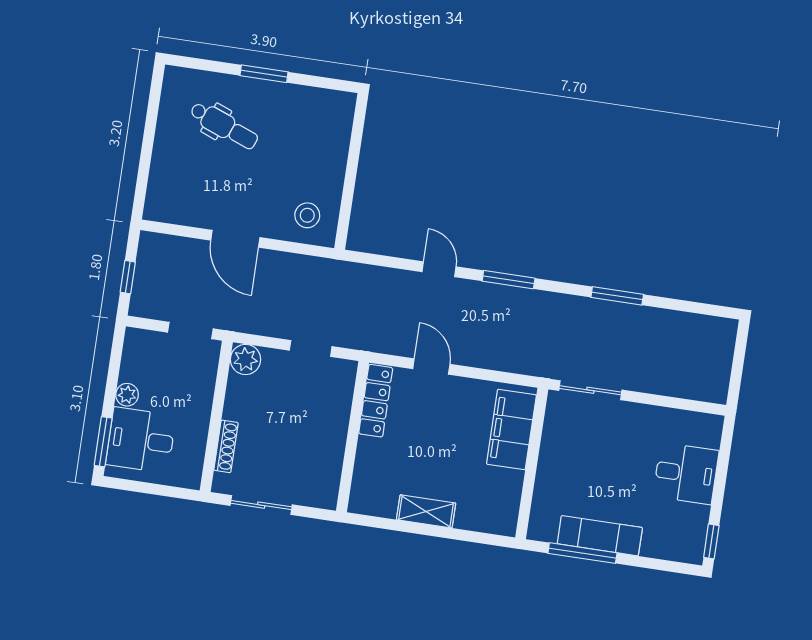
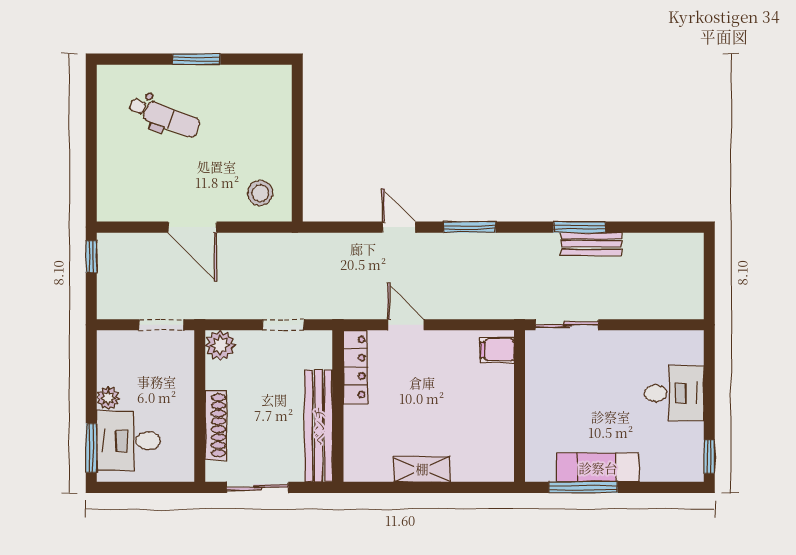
window: (128, 277) -> (91, 257), moved
bench: (626, 314) -> (591, 244), added
filing cabinet: (511, 430) -> (497, 350), width x0.33, depth x0.86
shoe rack: (226, 446) -> (216, 425), width x1.36, depth x1.24
bench: (331, 453) -> (319, 426), added

